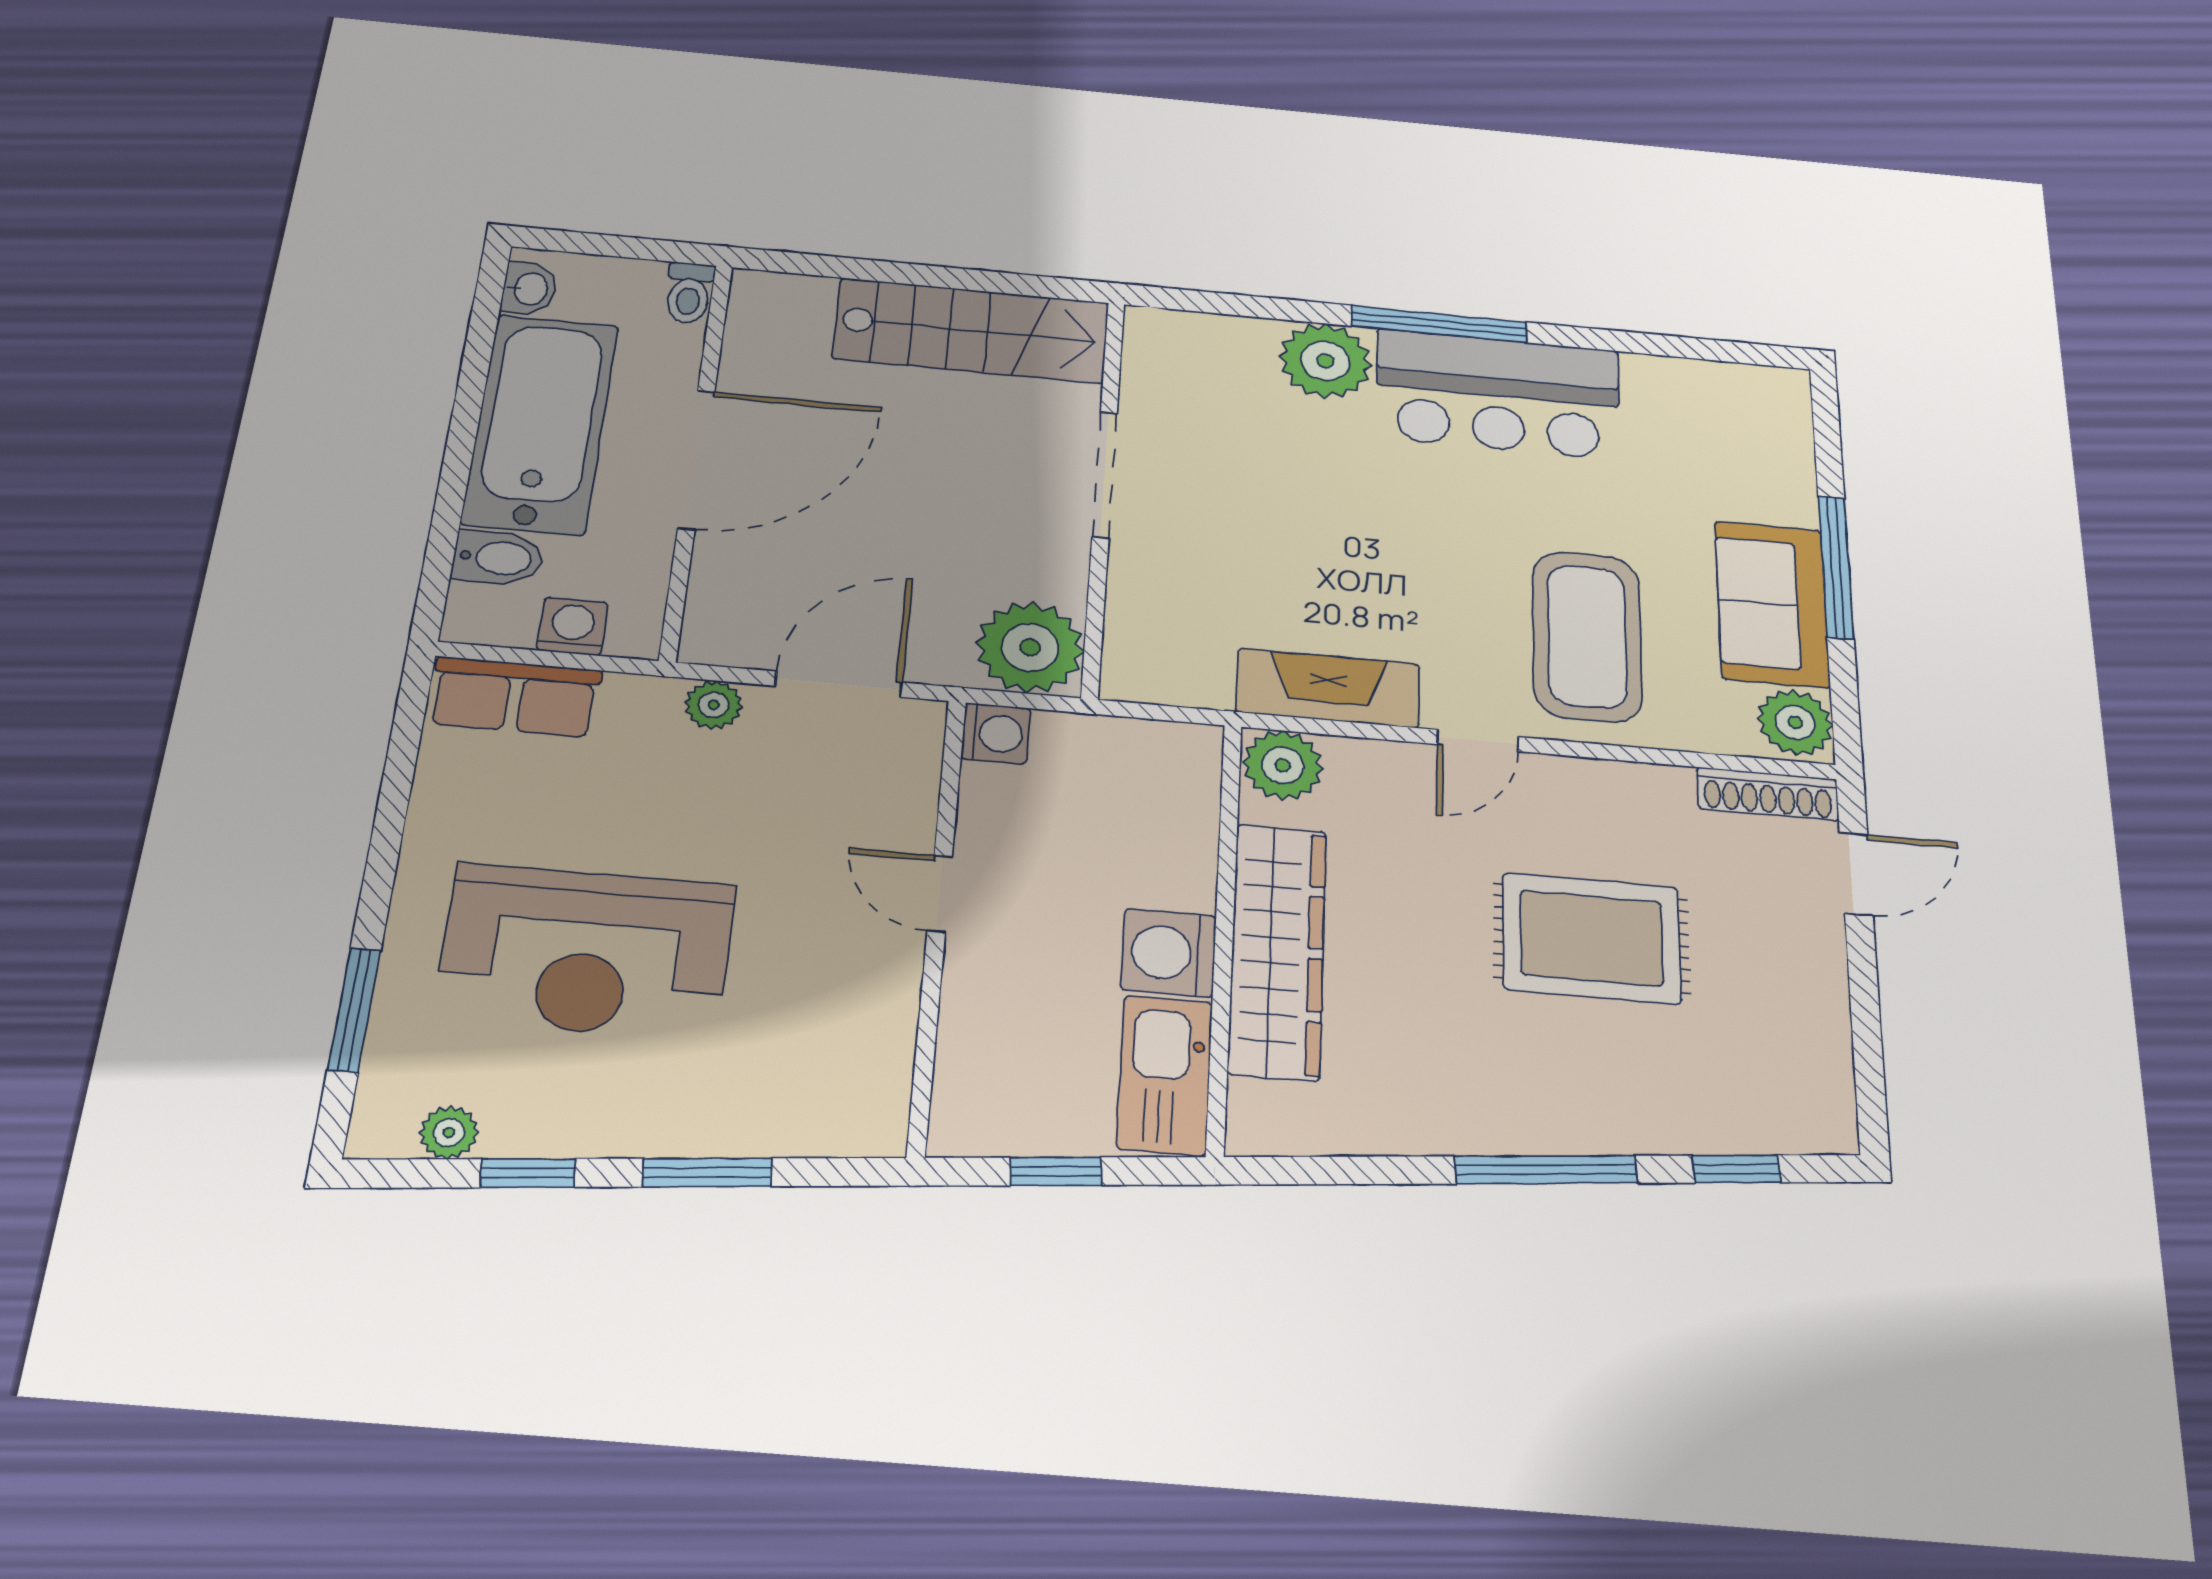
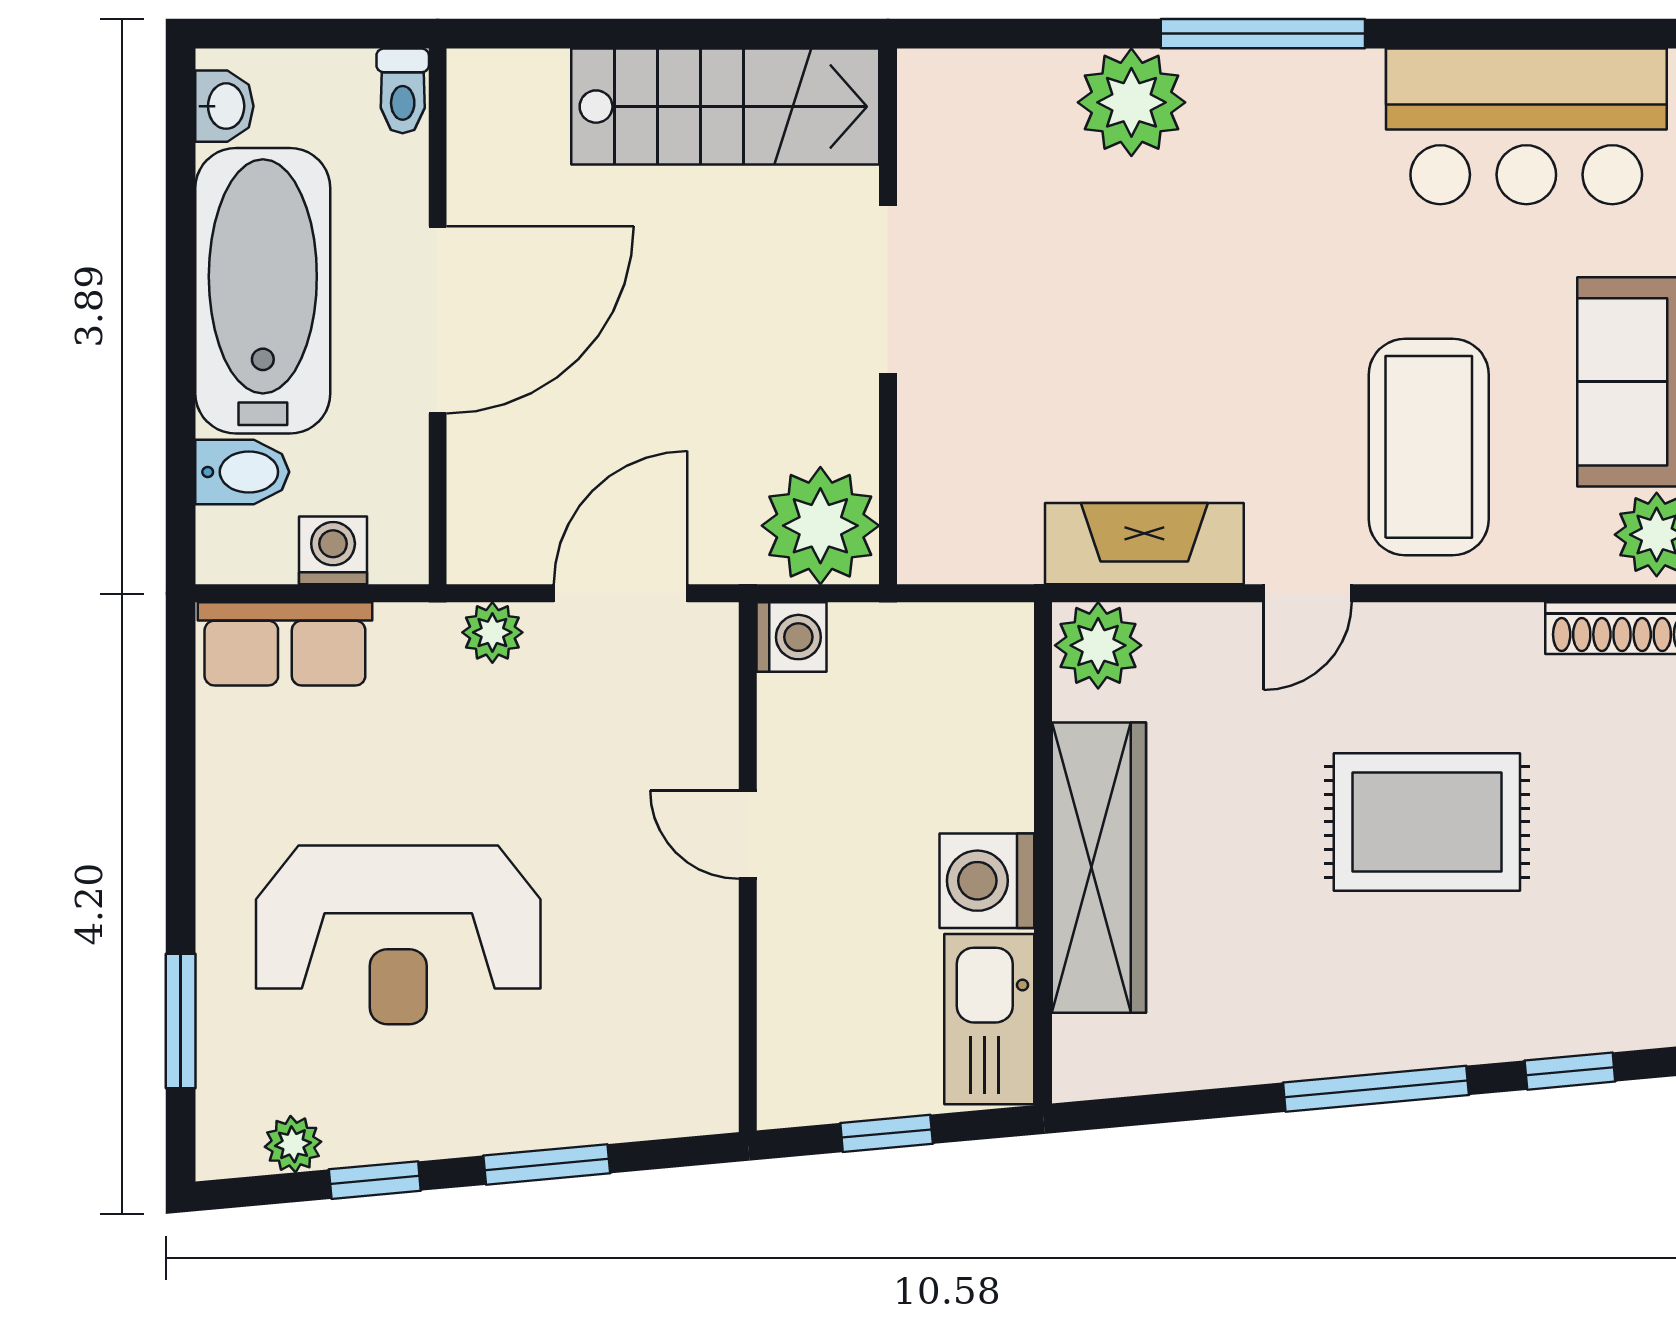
bar counter: (1498, 394) -> (1526, 126), moved

